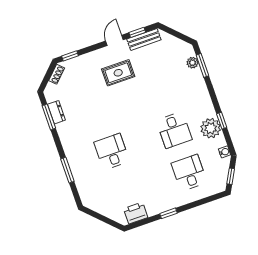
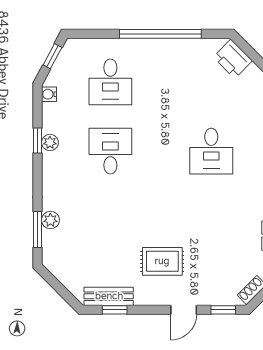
door: (114, 40) -> (184, 310), moved
plant: (192, 63) -> (50, 220), moved
plant: (211, 128) -> (50, 143), width x0.53, depth x0.53
printer: (136, 213) -> (233, 59), moved, turned 45
window: (169, 213) -> (160, 34), width x3.17

